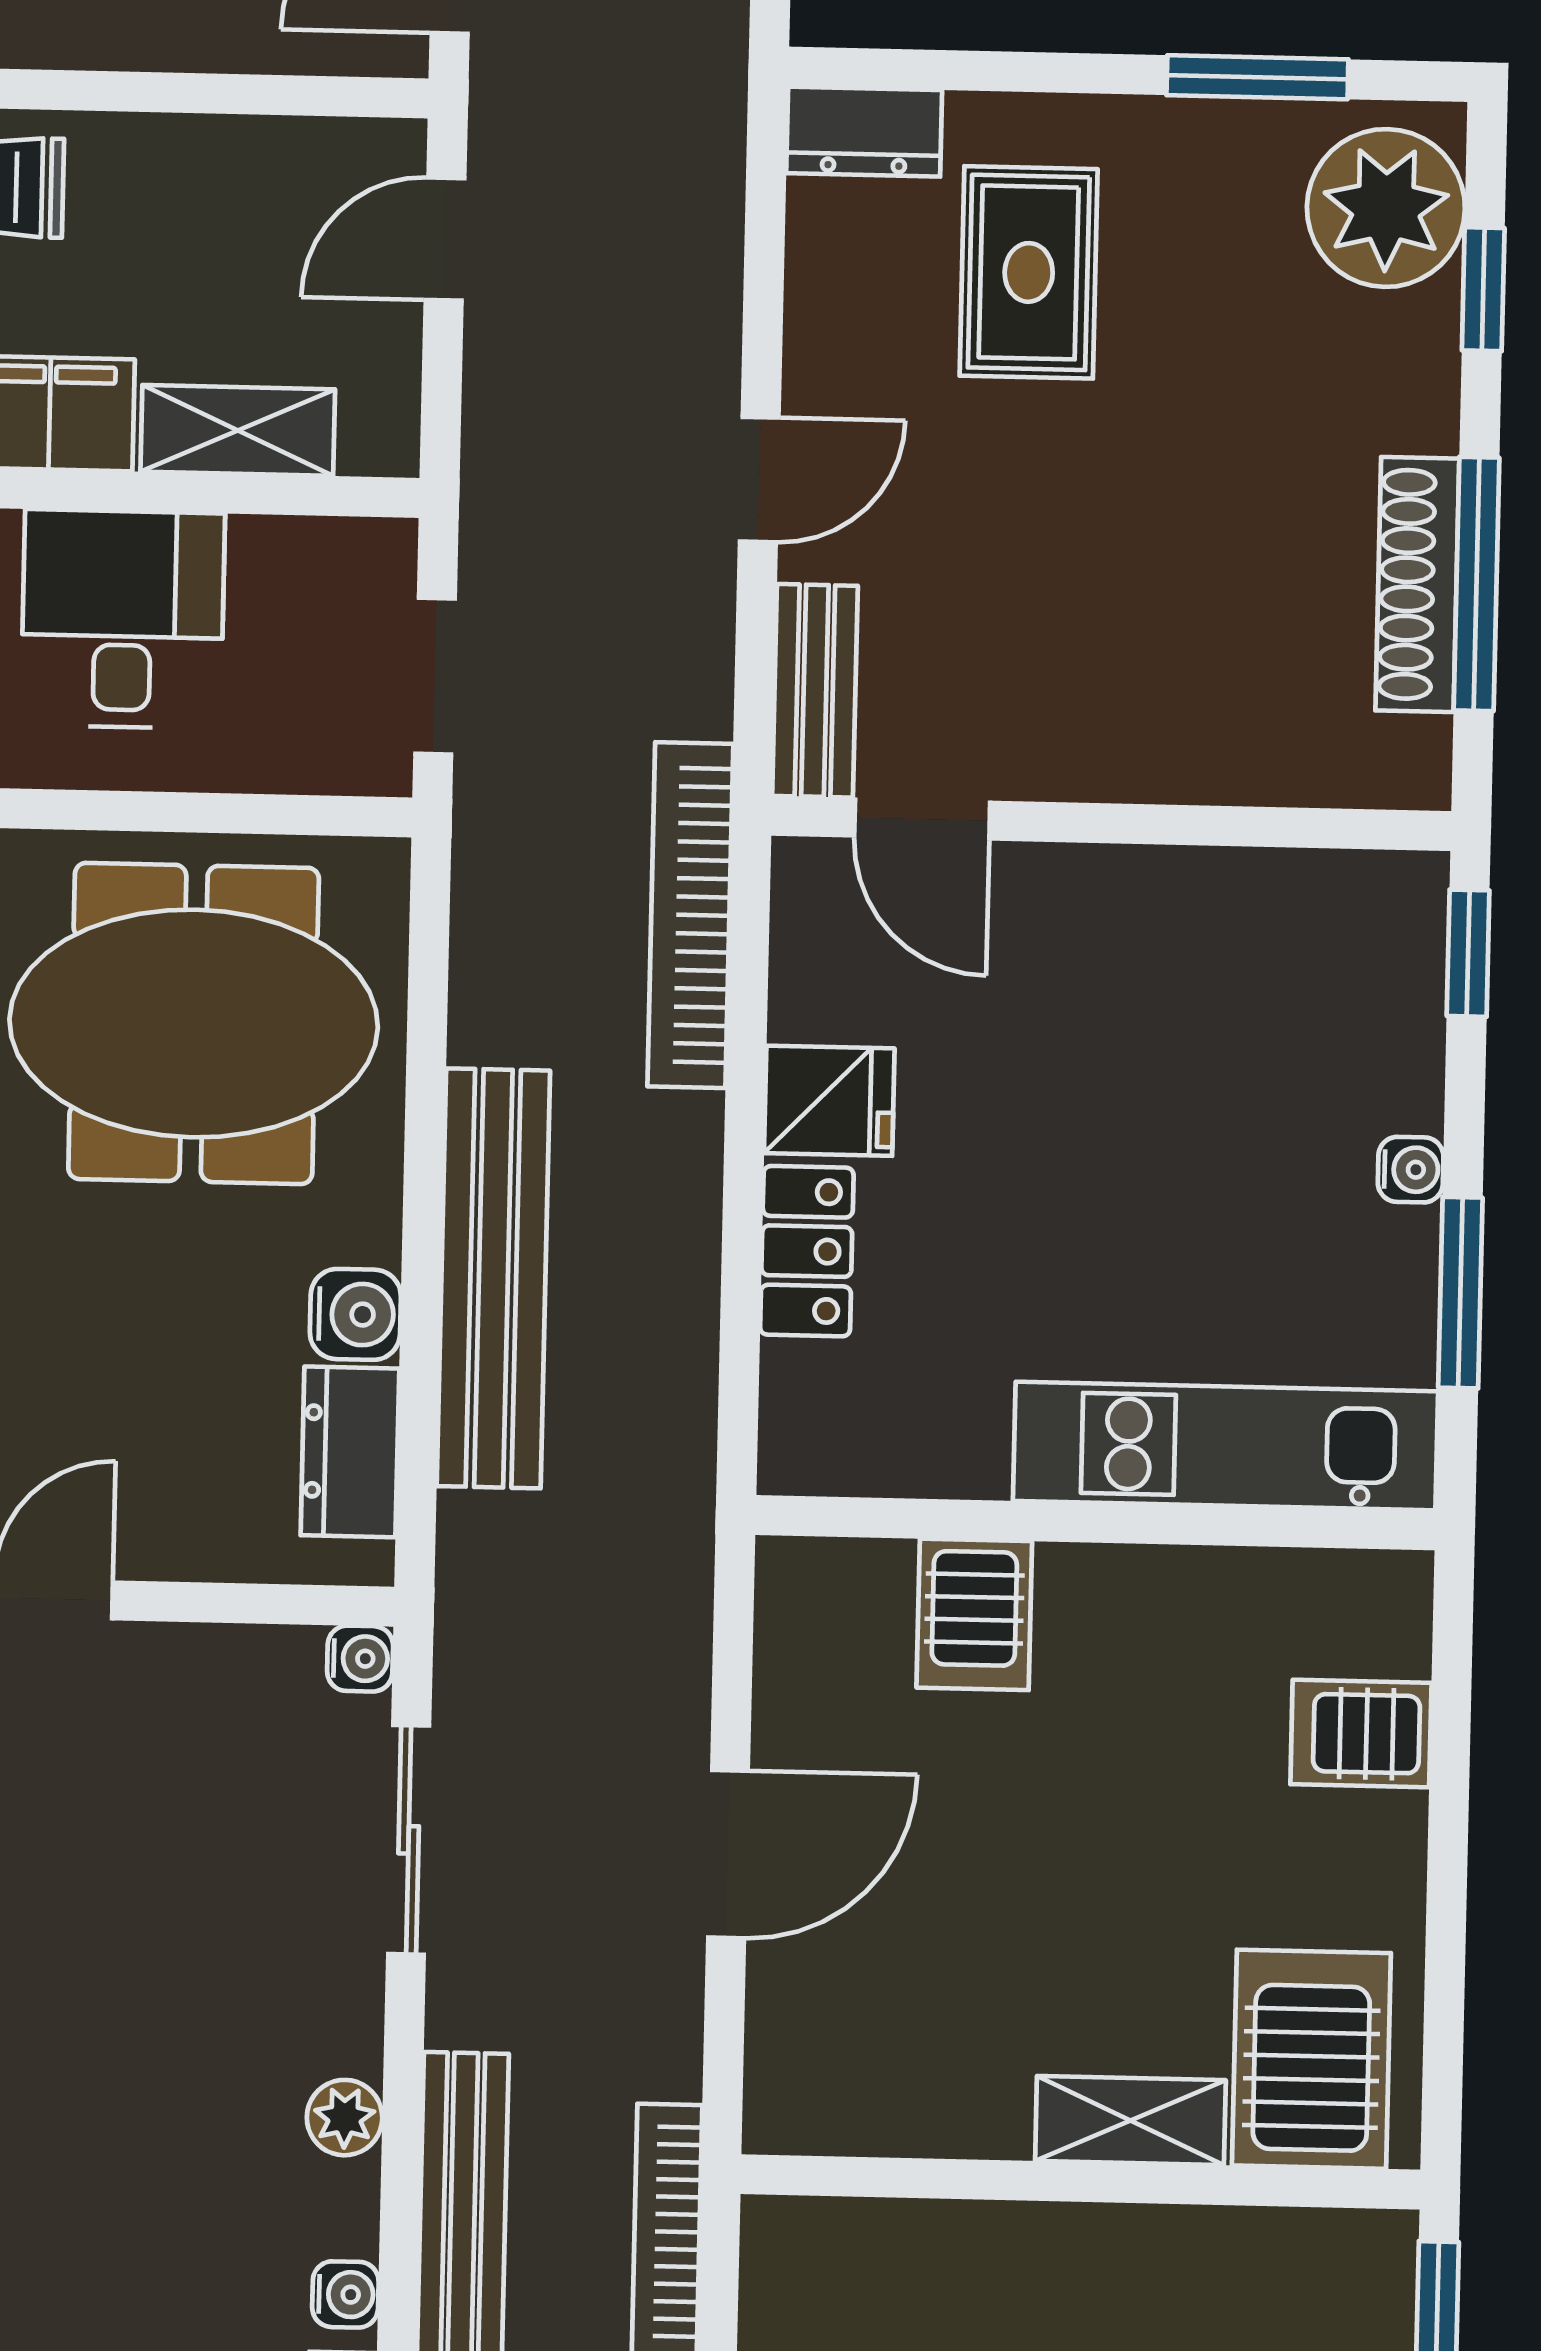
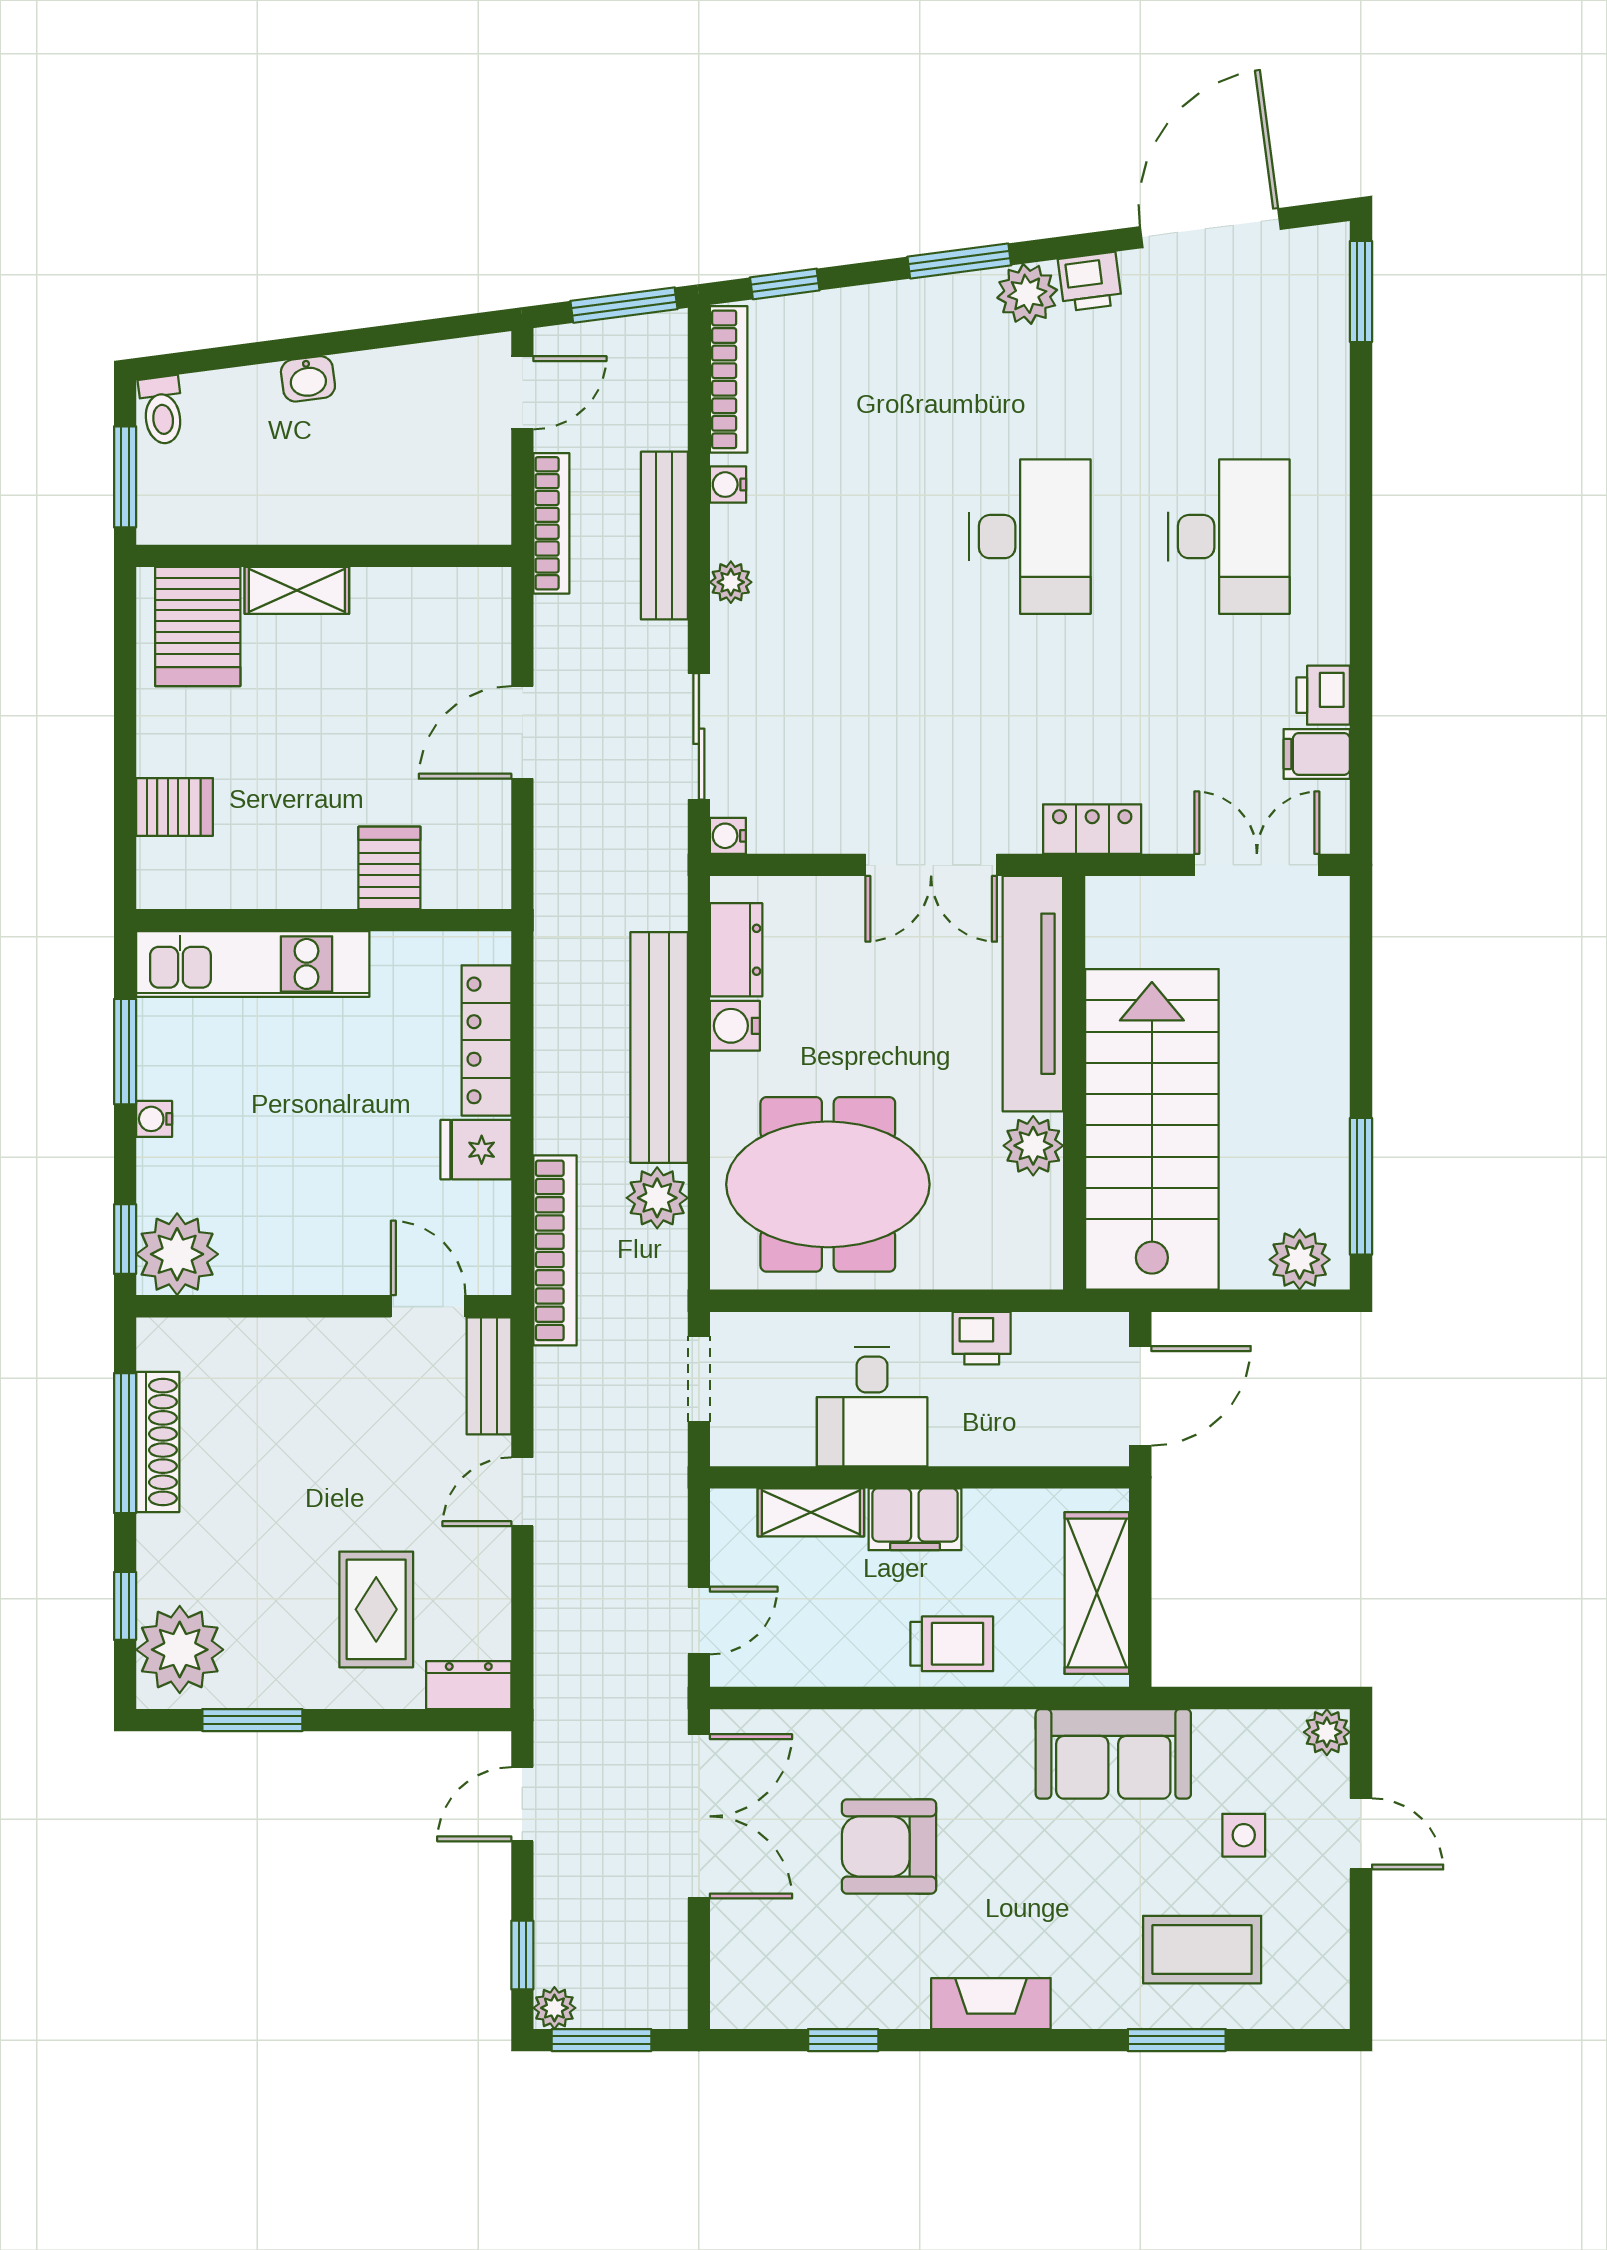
plant: (1374, 924) -> (177, 1254), added
plant: (503, 1006) -> (657, 1198), added
locker: (807, 1251) -> (486, 1040), width x1.53

